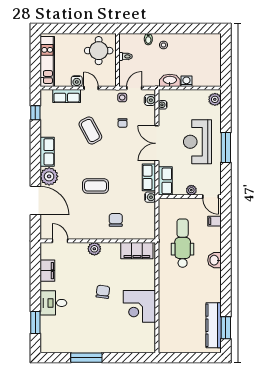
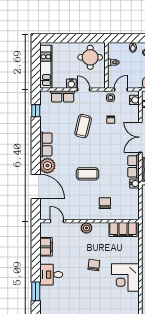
coffee table: (90, 130) -> (83, 126), turned 41

